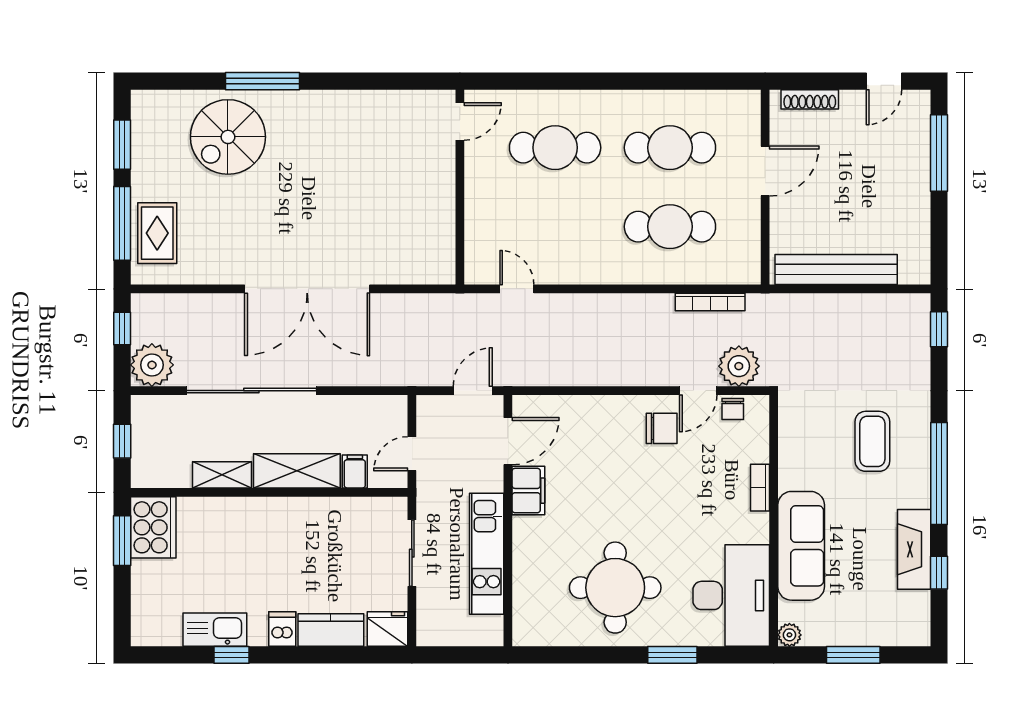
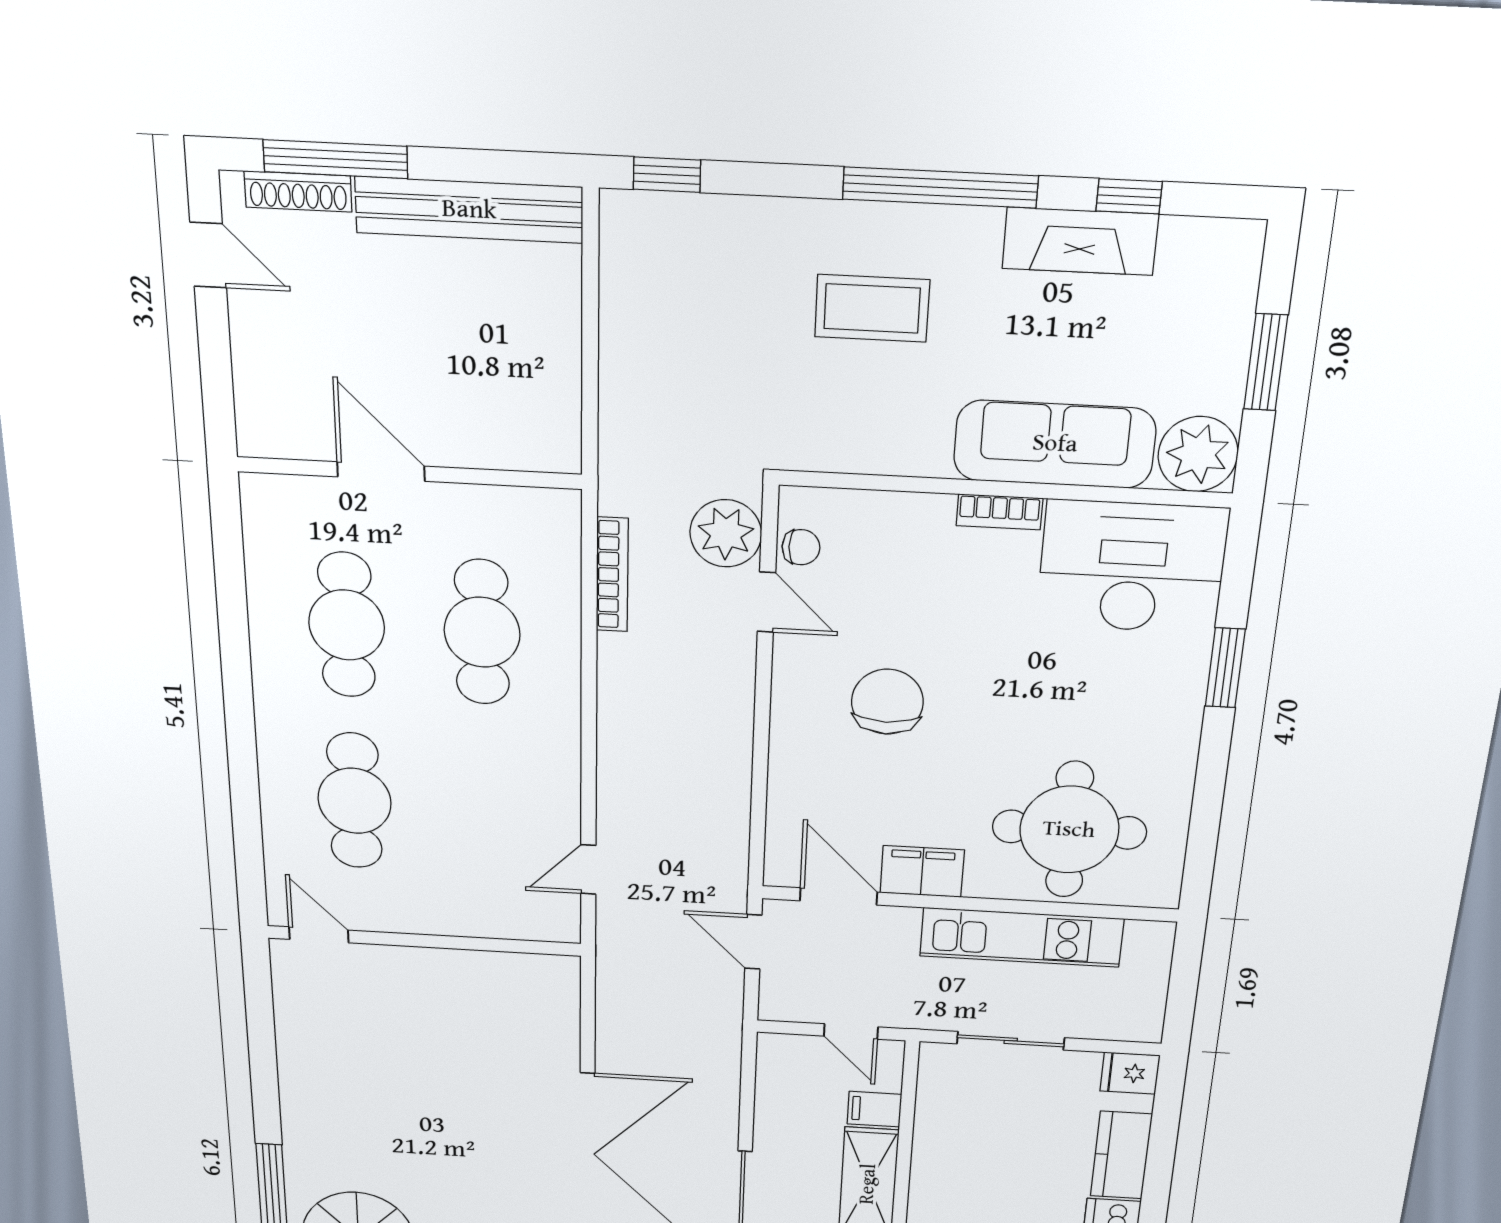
shoe rack: (810, 99) -> (298, 192), moved, turned 90
bench: (836, 269) -> (469, 210), moved, turned 90
chair: (662, 428) -> (887, 702), moved, width x1.37, depth x1.37
bookcase: (760, 488) -> (999, 512), moved
round table: (615, 588) -> (1069, 830), moved
fridge: (387, 629) -> (1130, 1073), width x0.72
plant: (789, 635) -> (1198, 454), width x1.88, depth x1.88

